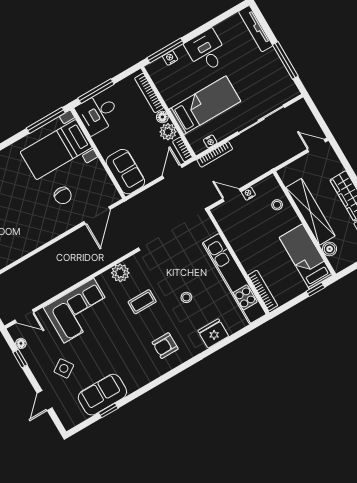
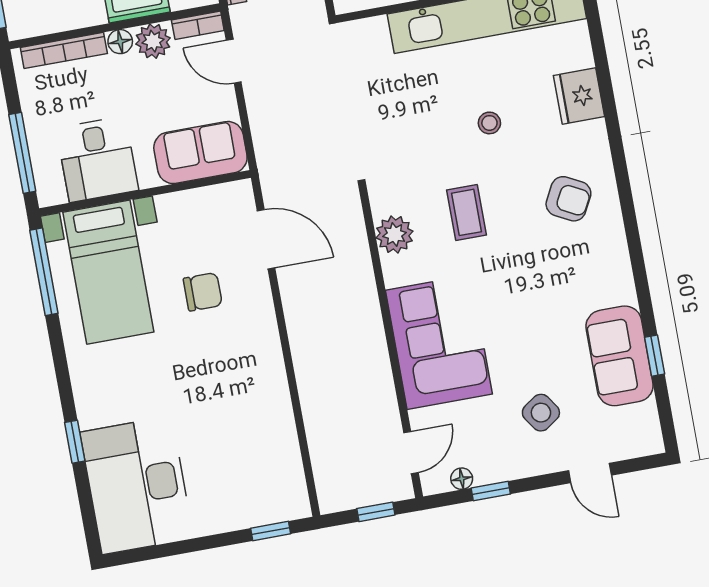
desk: (98, 113) -> (97, 159), moved
armchair: (165, 346) -> (568, 199), turned -62

